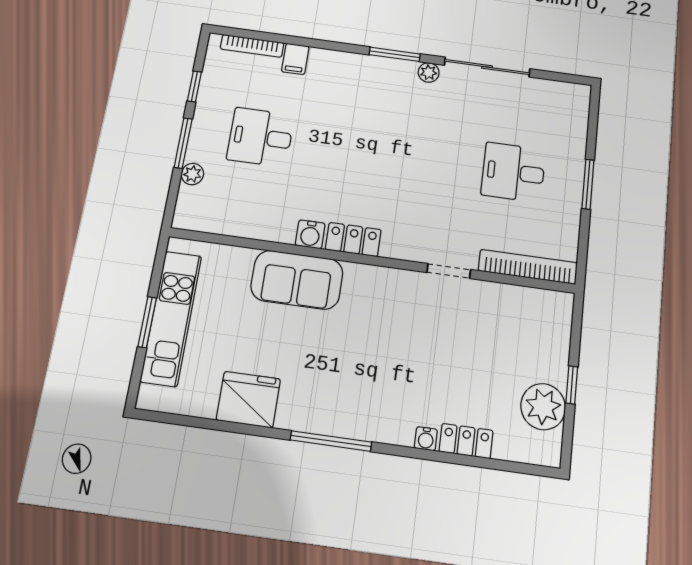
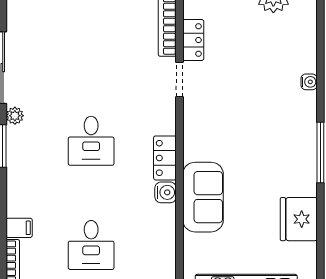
desk: (513, 172) -> (91, 141), moved
locker: (466, 441) -> (193, 40), moved, turned 180

